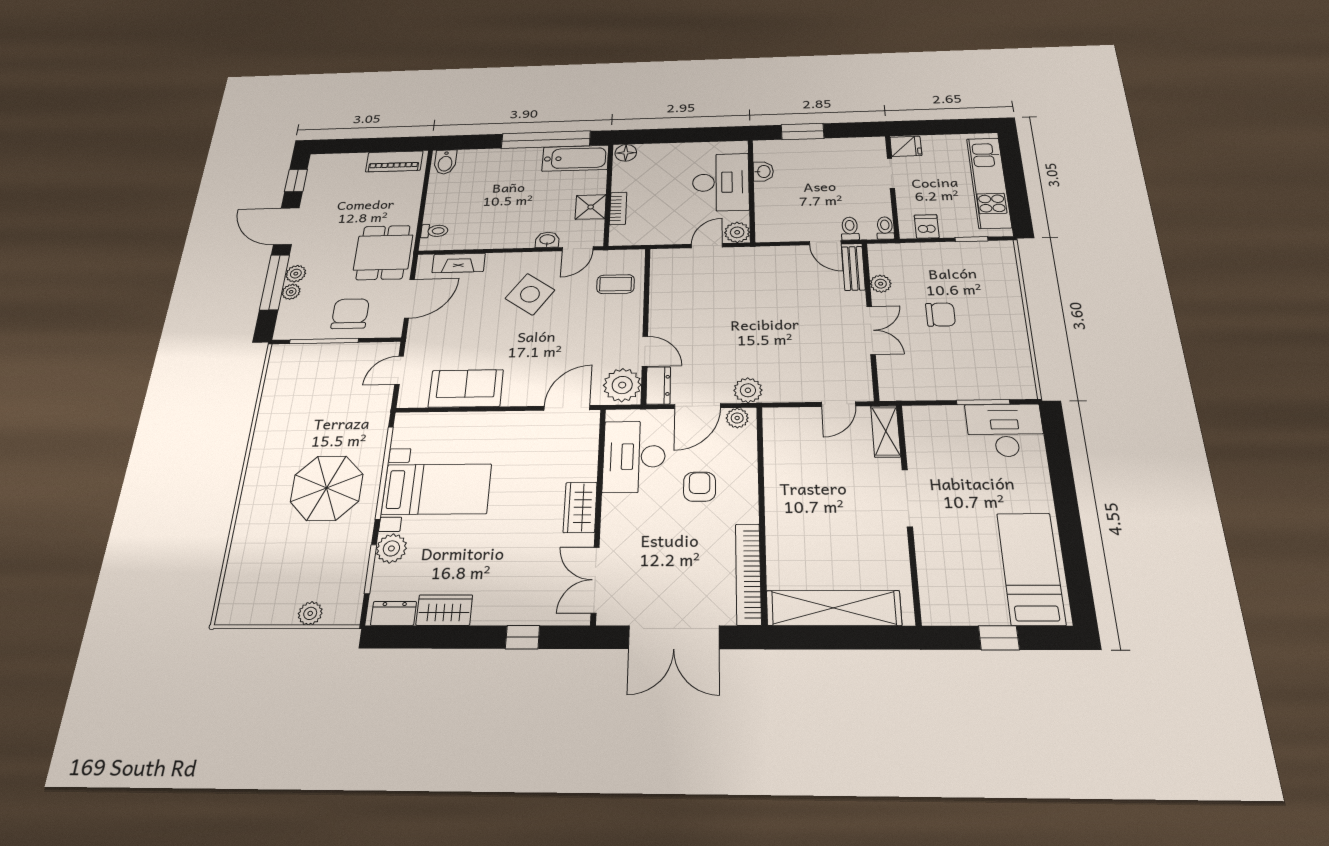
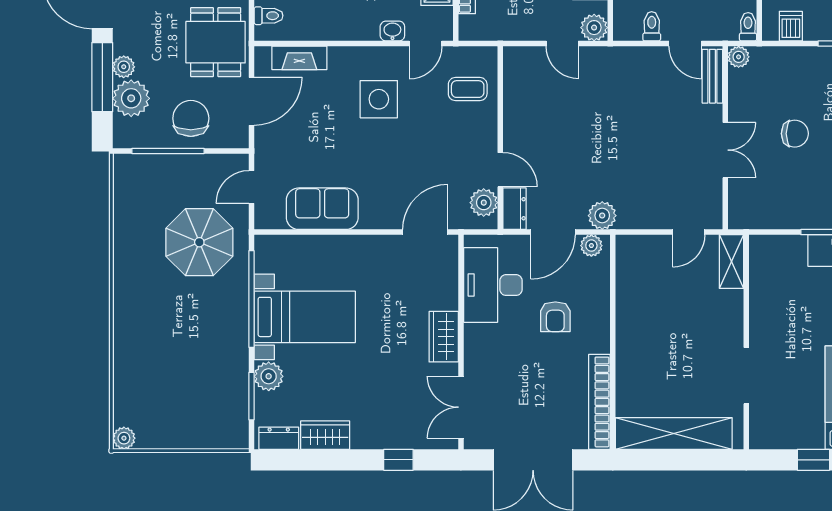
toilet: (850, 229) -> (652, 26), moved
door: (707, 246) -> (562, 44), swing flipped
plant: (881, 284) -> (739, 57), moved
plant: (291, 292) -> (131, 98), width x1.87, depth x1.87
side table: (530, 294) -> (379, 99), turned -35
plant: (622, 385) -> (484, 203), width x0.73, depth x0.73
armchair: (700, 487) -> (555, 317), turned 180
parasol: (327, 488) -> (199, 242), moved
doorway: (907, 498) -> (746, 376), moved
plant: (310, 613) -> (124, 438), moved

